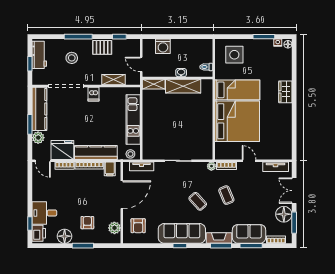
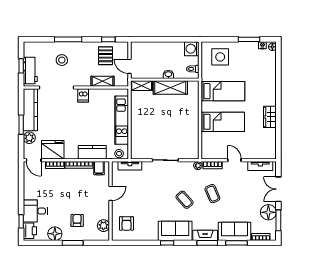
washing machine: (163, 46) -> (192, 49), moved, turned 90
pallet: (102, 47) -> (106, 56), moved, turned 90
workbench: (39, 55) -> (30, 70), moved
wardrobe: (285, 92) -> (270, 117), moved
bed: (237, 121) -> (223, 122), width x0.49
kitchen counter: (96, 152) -> (92, 152), width x0.67
door: (122, 195) -> (111, 193), width x0.53
sofa: (182, 233) -> (175, 231), width x0.73

